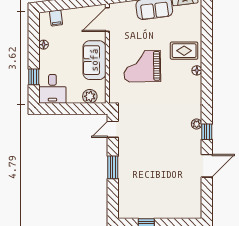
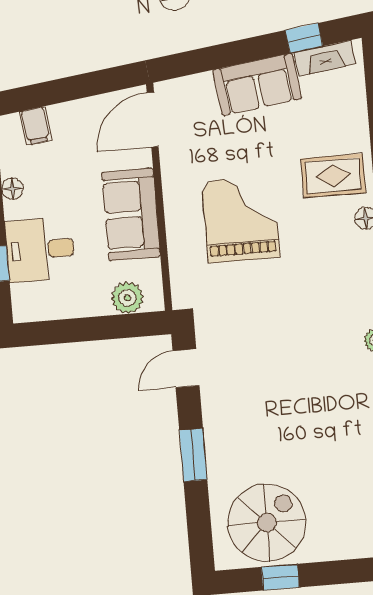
grand piano: (142, 66) -> (241, 219), turned 91
desk: (52, 89) -> (40, 250), moved, turned 90
spiral stairs: (142, 200) -> (267, 523), added

